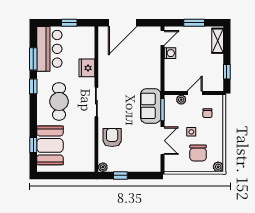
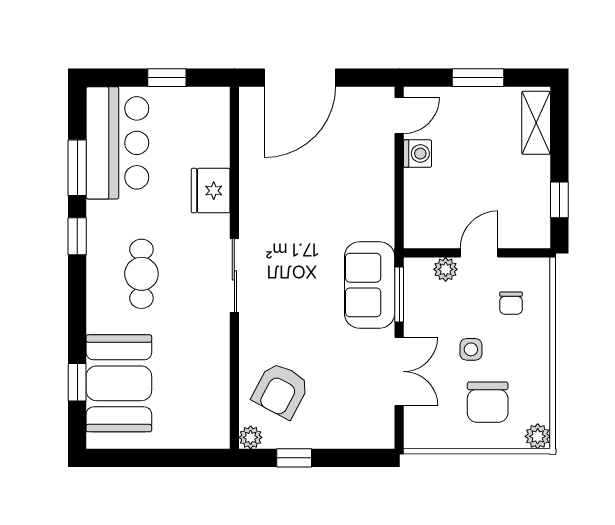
cafe table: (59, 101) -> (141, 274), width x0.73, depth x0.74
armchair: (112, 138) -> (281, 390), moved, turned -152

